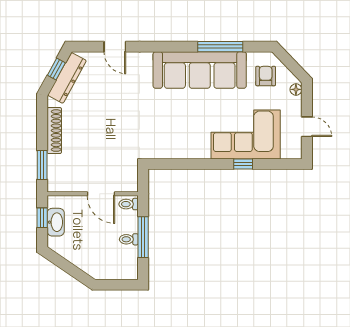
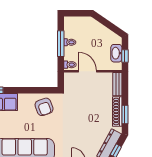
armchair: (169, 138) -> (44, 107), added
window: (42, 165) -> (125, 114), moved
bench: (54, 174) -> (117, 84), added

